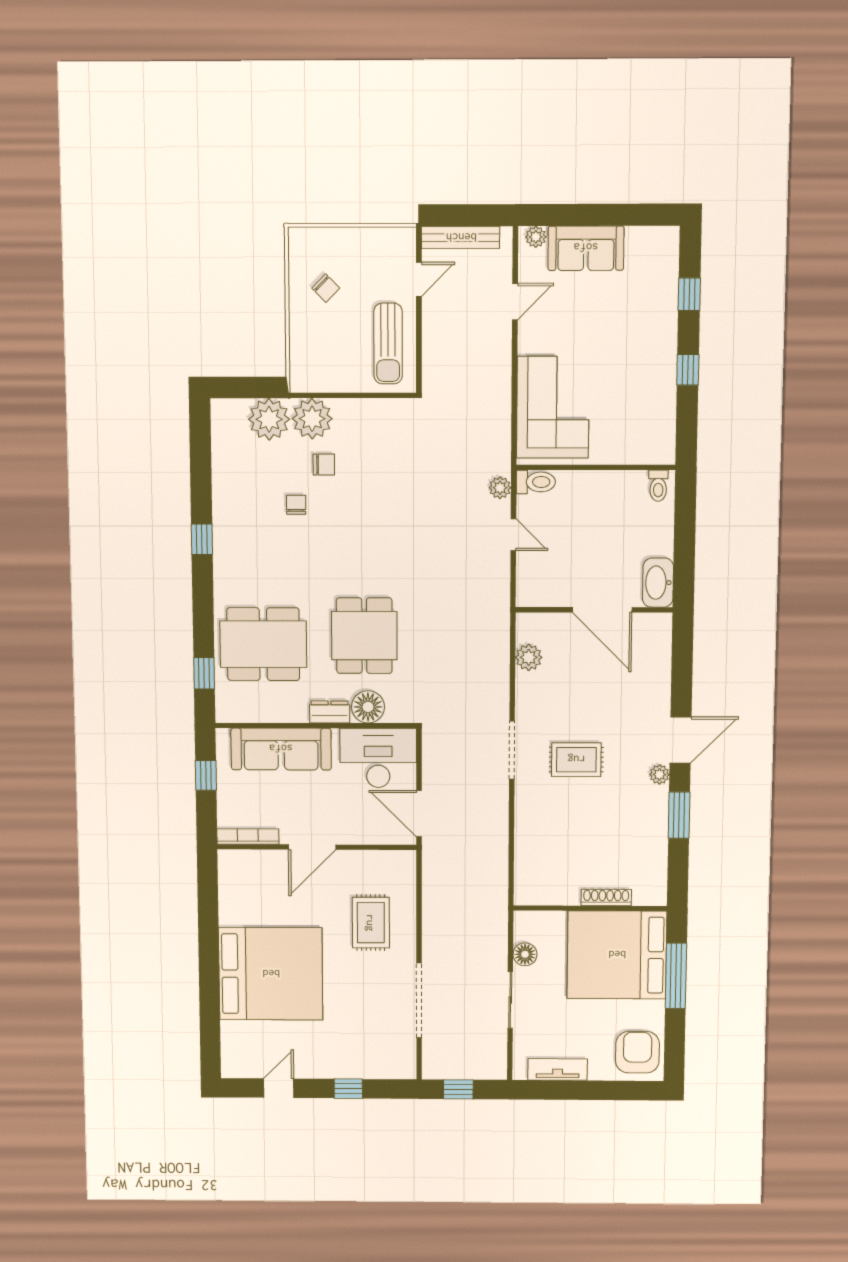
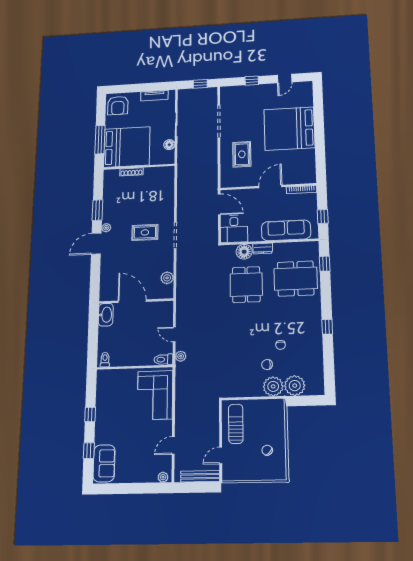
sofa: (586, 248) -> (104, 463), moved, turned 90
desk: (378, 758) -> (234, 229), width x0.73

